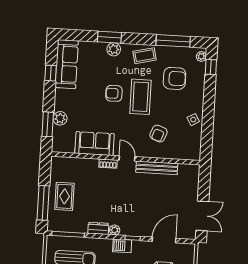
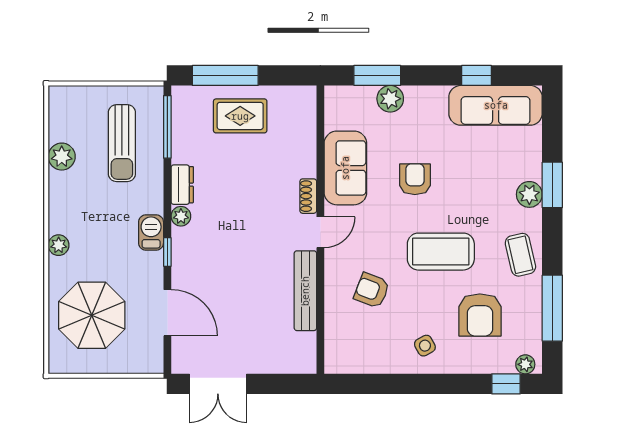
armchair: (114, 93) -> (415, 179), moved
side table: (193, 120) -> (425, 346), moved

